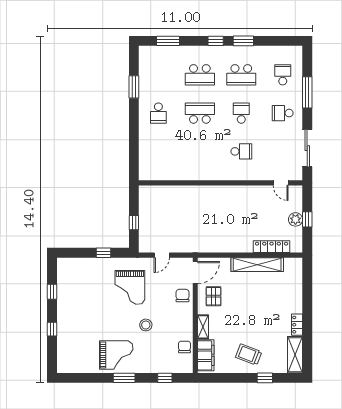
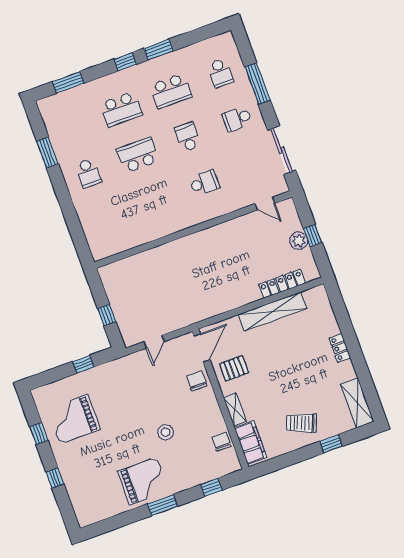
school desk: (283, 75) -> (220, 73), turned 180
grand piano: (130, 287) -> (74, 419), moved, turned 90
pallet: (214, 296) -> (234, 368), turned 90
locker: (297, 325) -> (340, 348), moved

